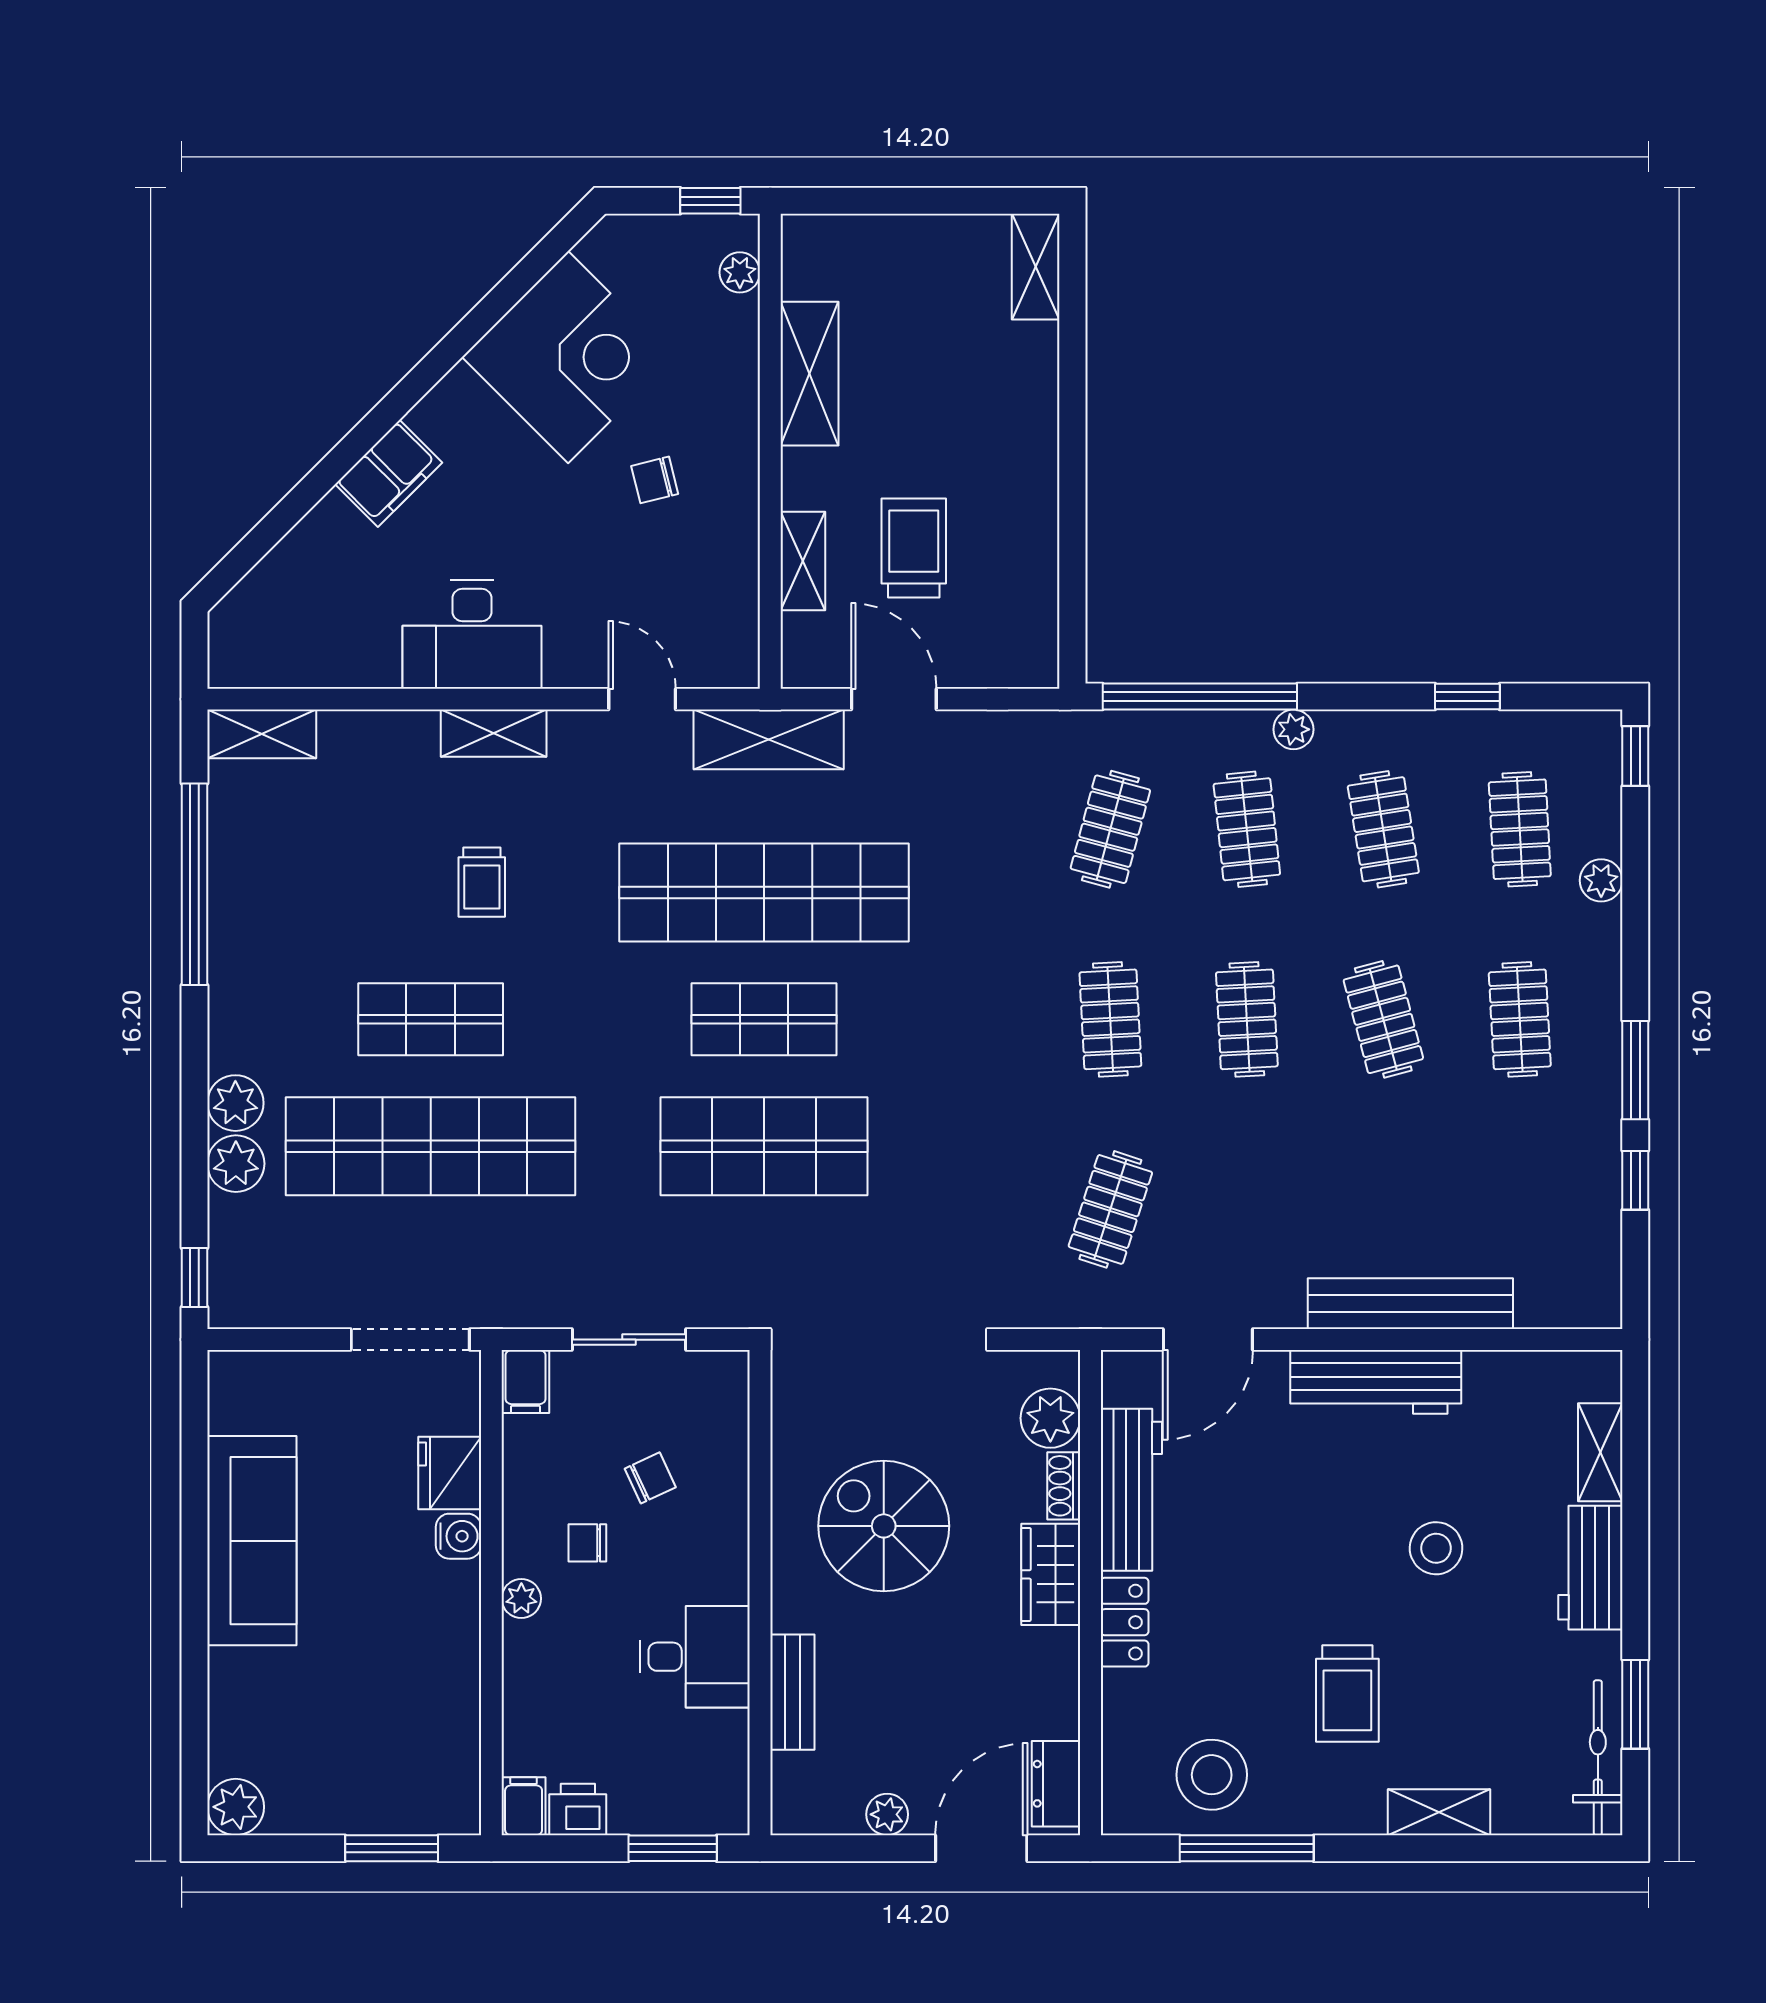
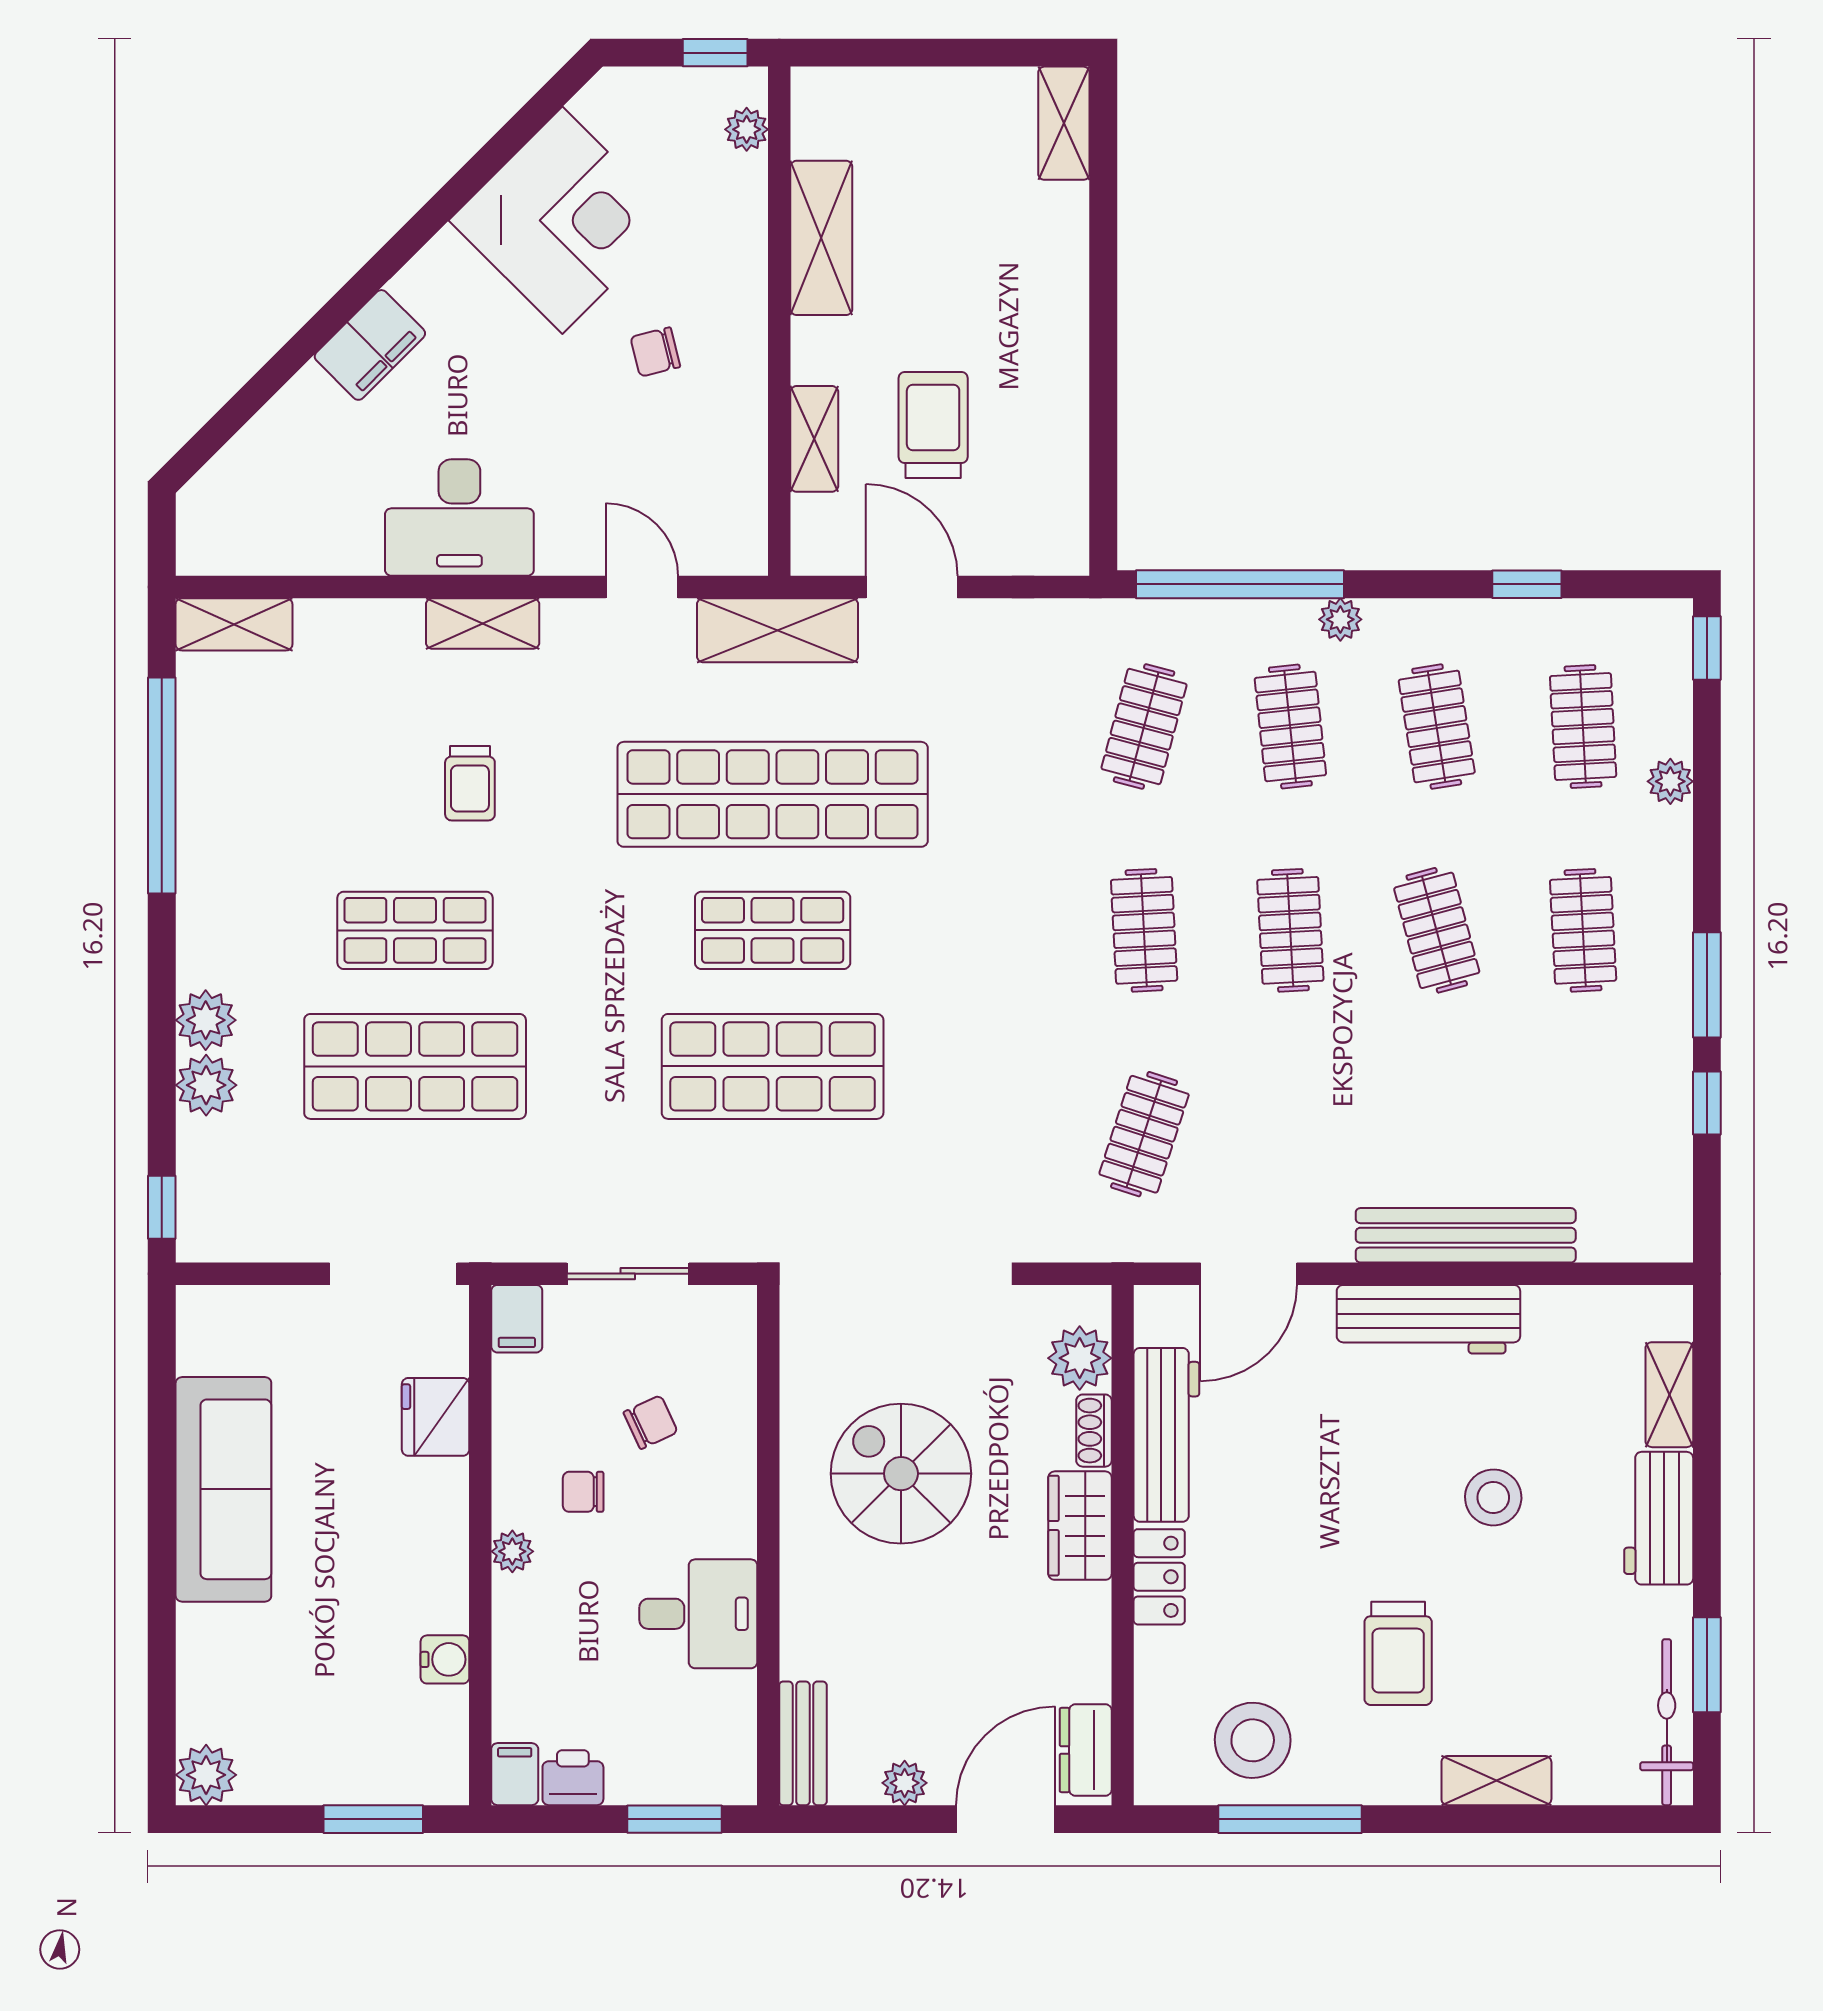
shop shelf: (431, 1146) -> (415, 1066), width x0.71
water cooler: (458, 1536) -> (445, 1659), moved
bench: (792, 1692) -> (803, 1743), moved

